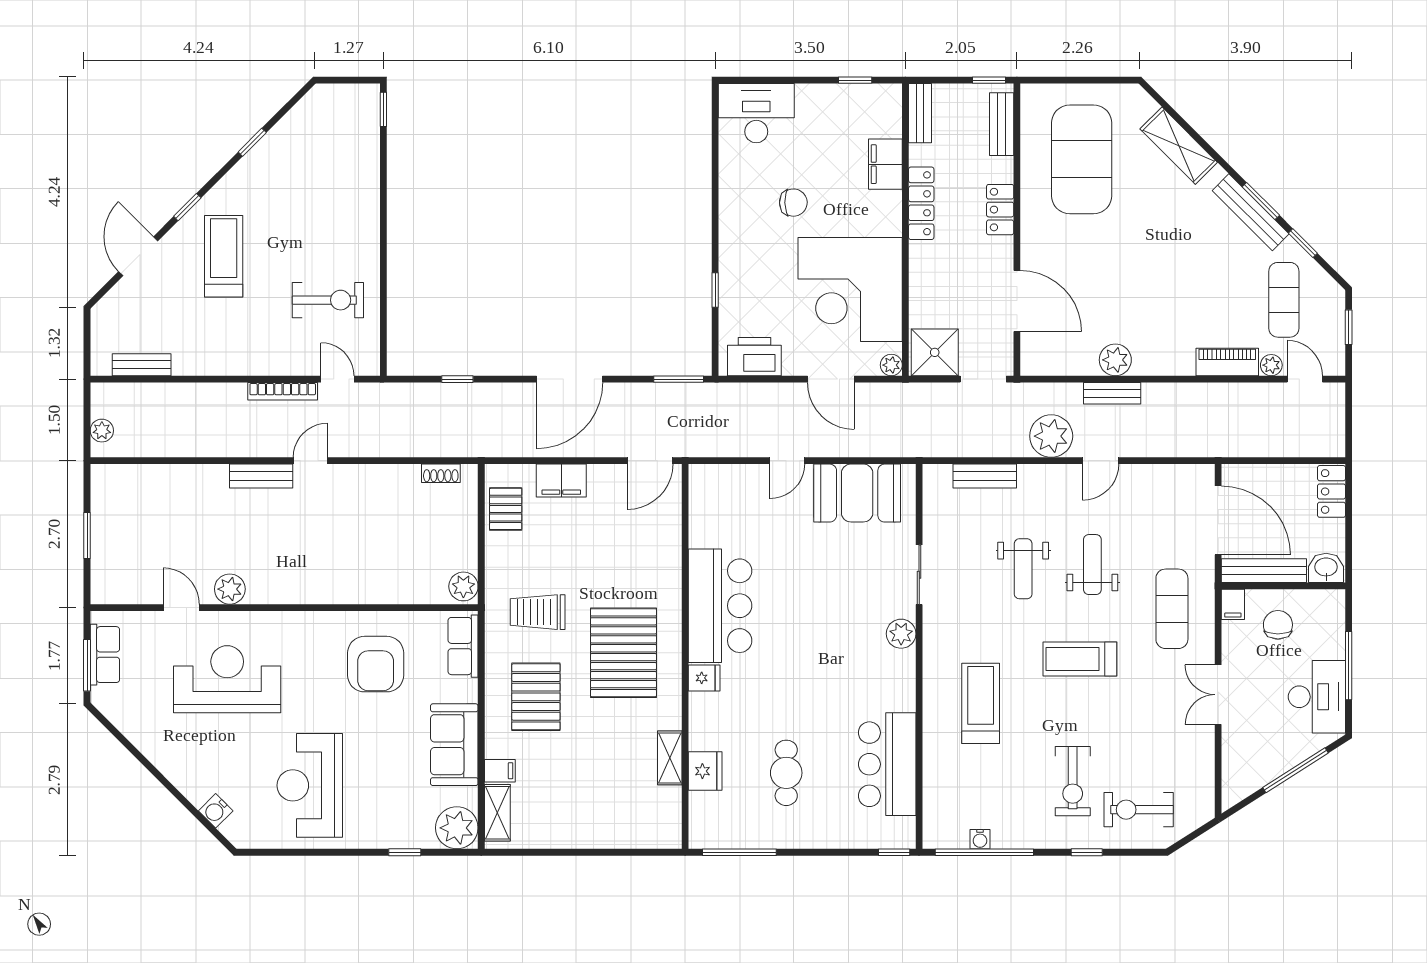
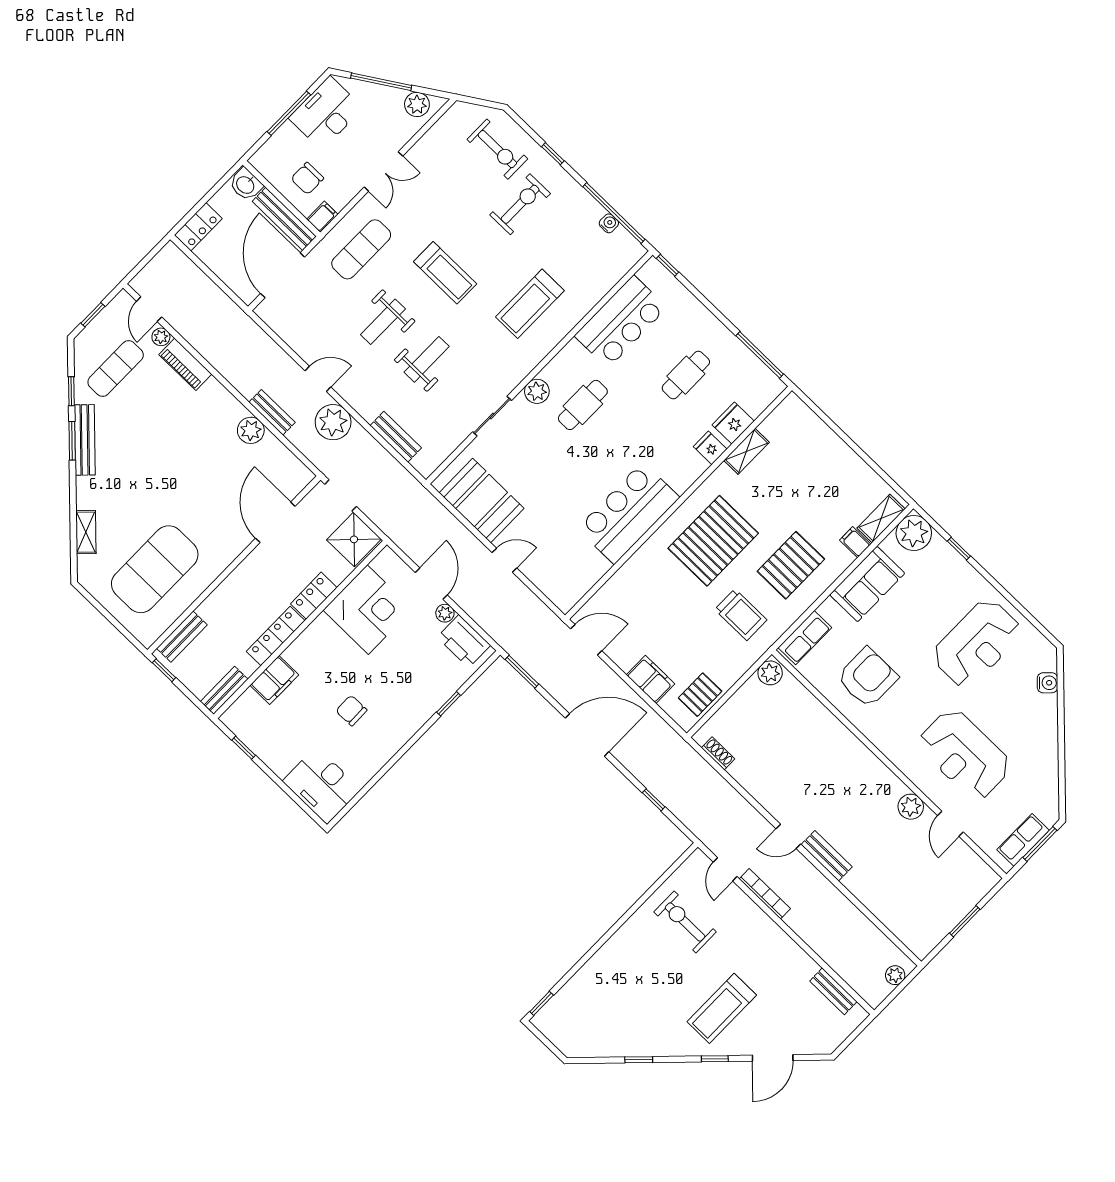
shelving: (1179, 146) -> (86, 532), width x0.67, depth x0.75
locker: (1000, 210) -> (314, 596), moved, turned 180
corner desk: (850, 290) -> (368, 610), width x0.74, depth x0.74
plant: (891, 365) -> (445, 613), moved
cafe table: (850, 661) -> (583, 405), added
fridge: (704, 678) -> (710, 448), moved
plant: (1245, 781) -> (417, 104), added

